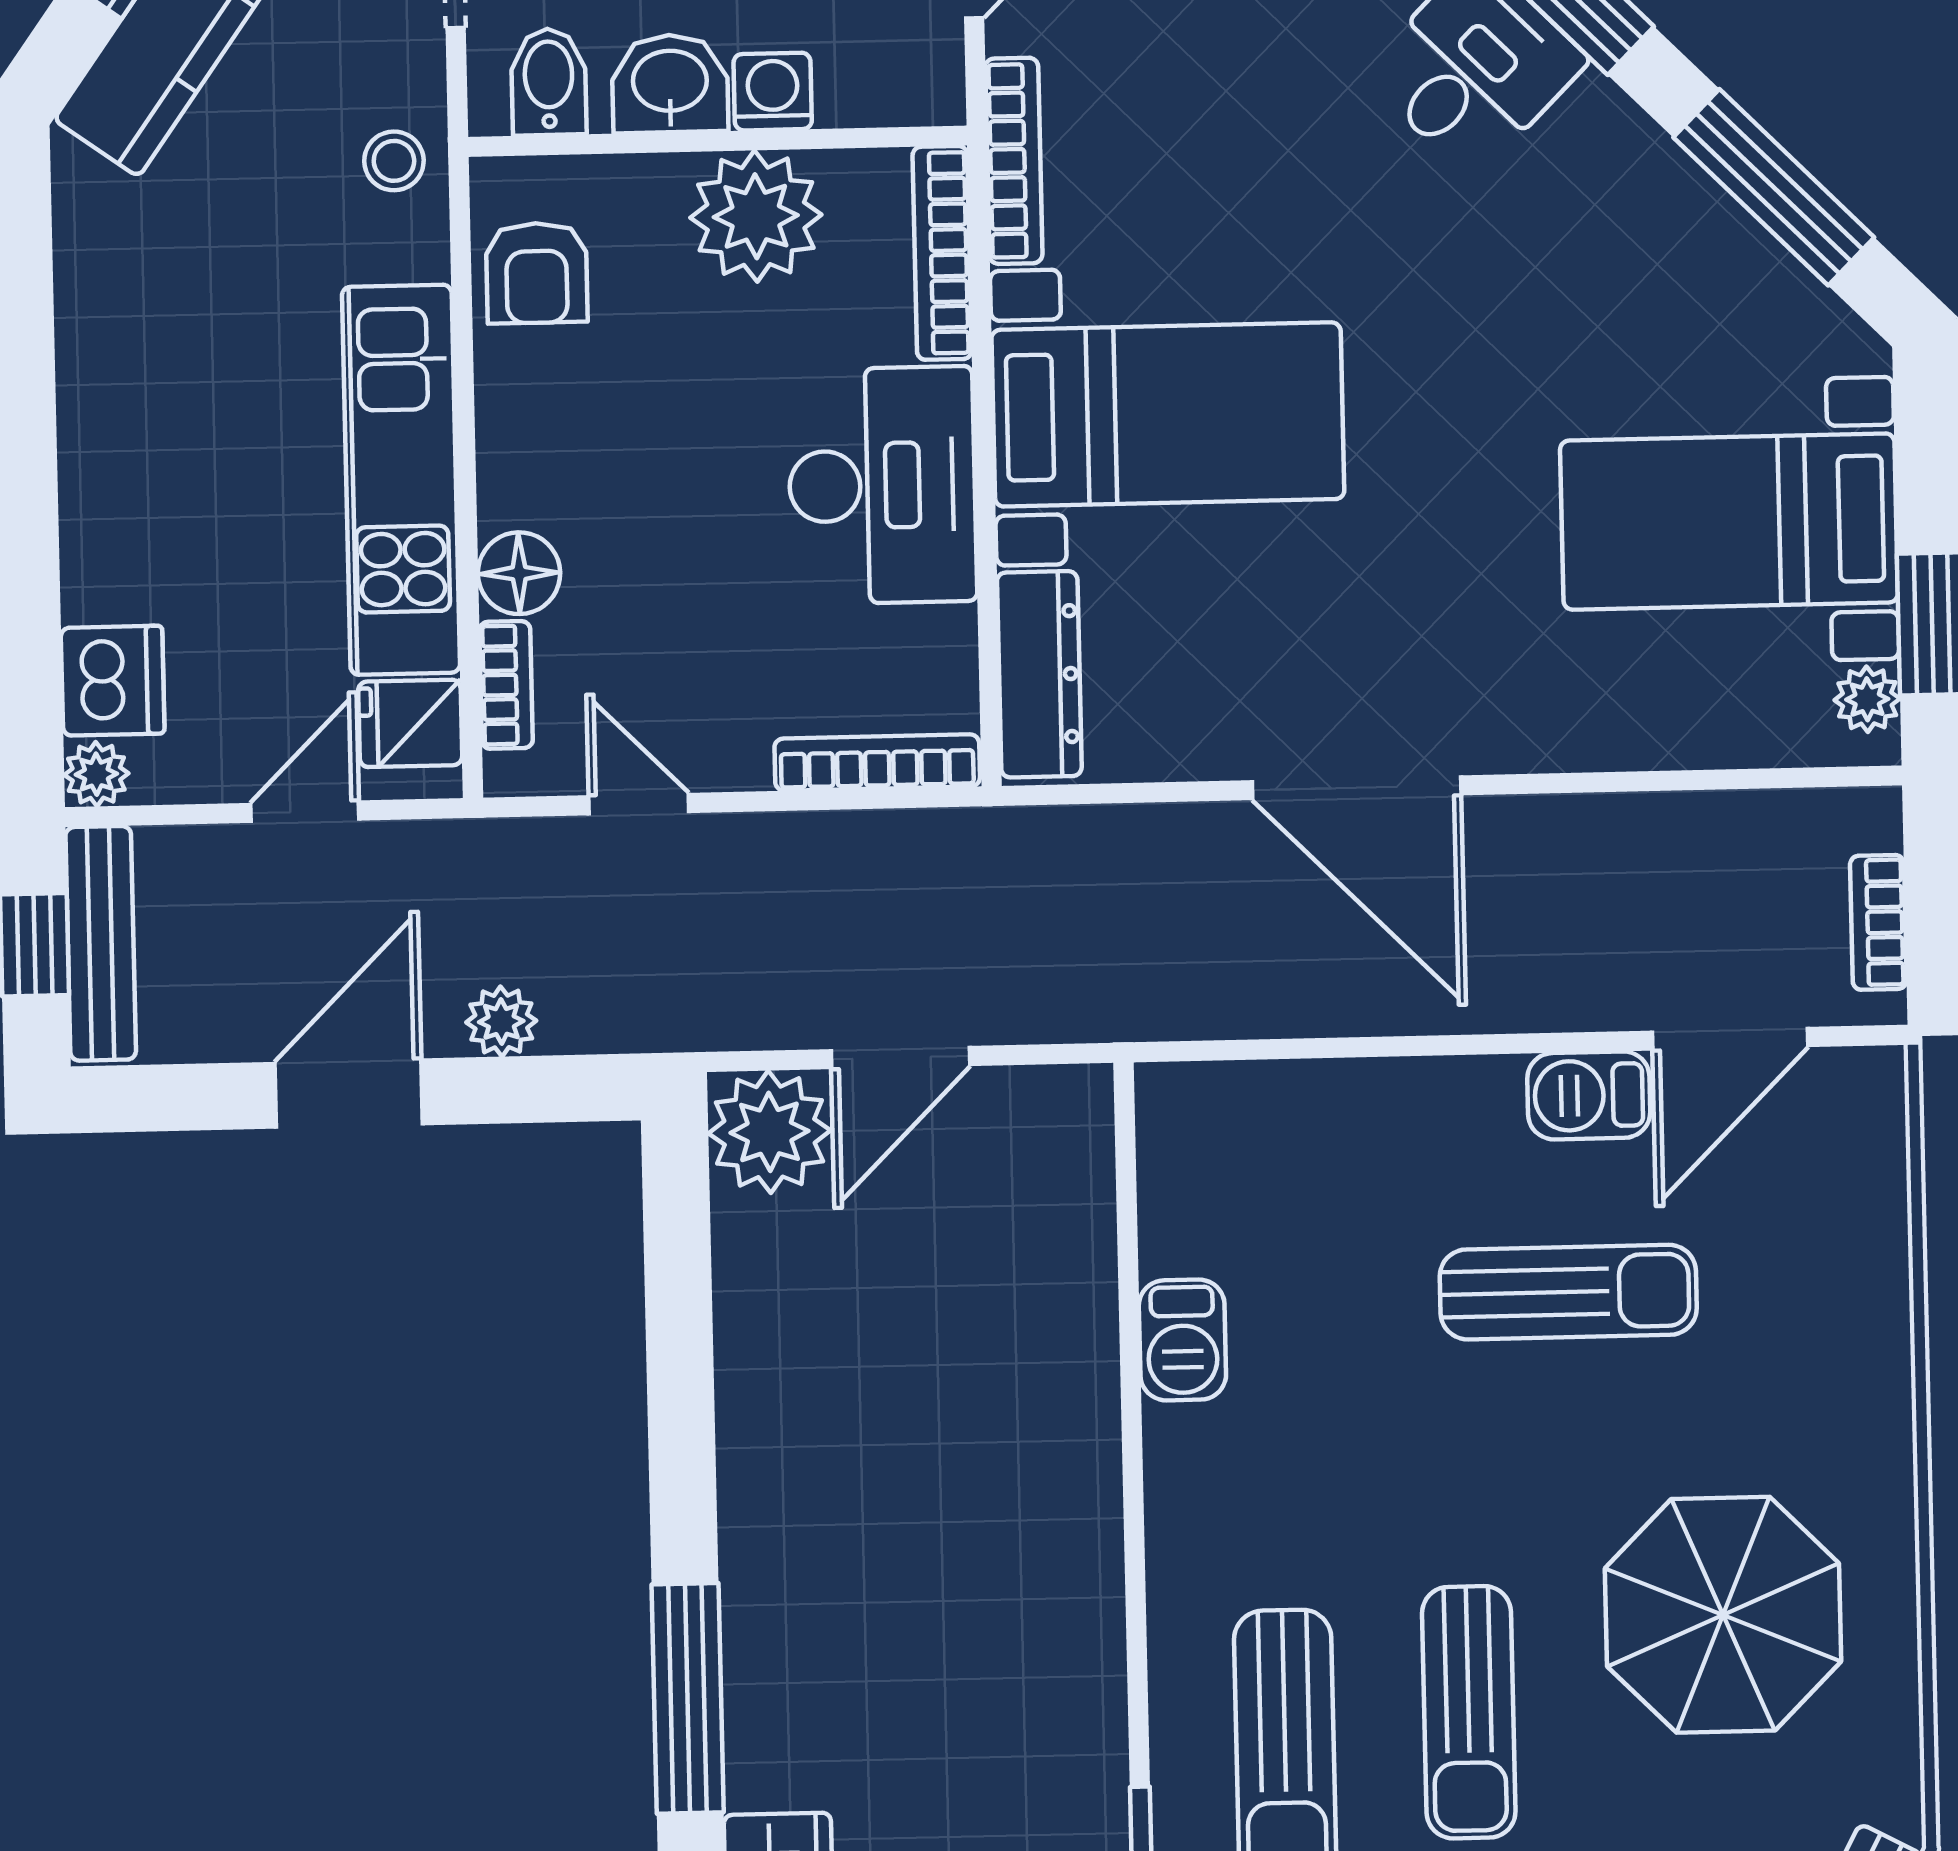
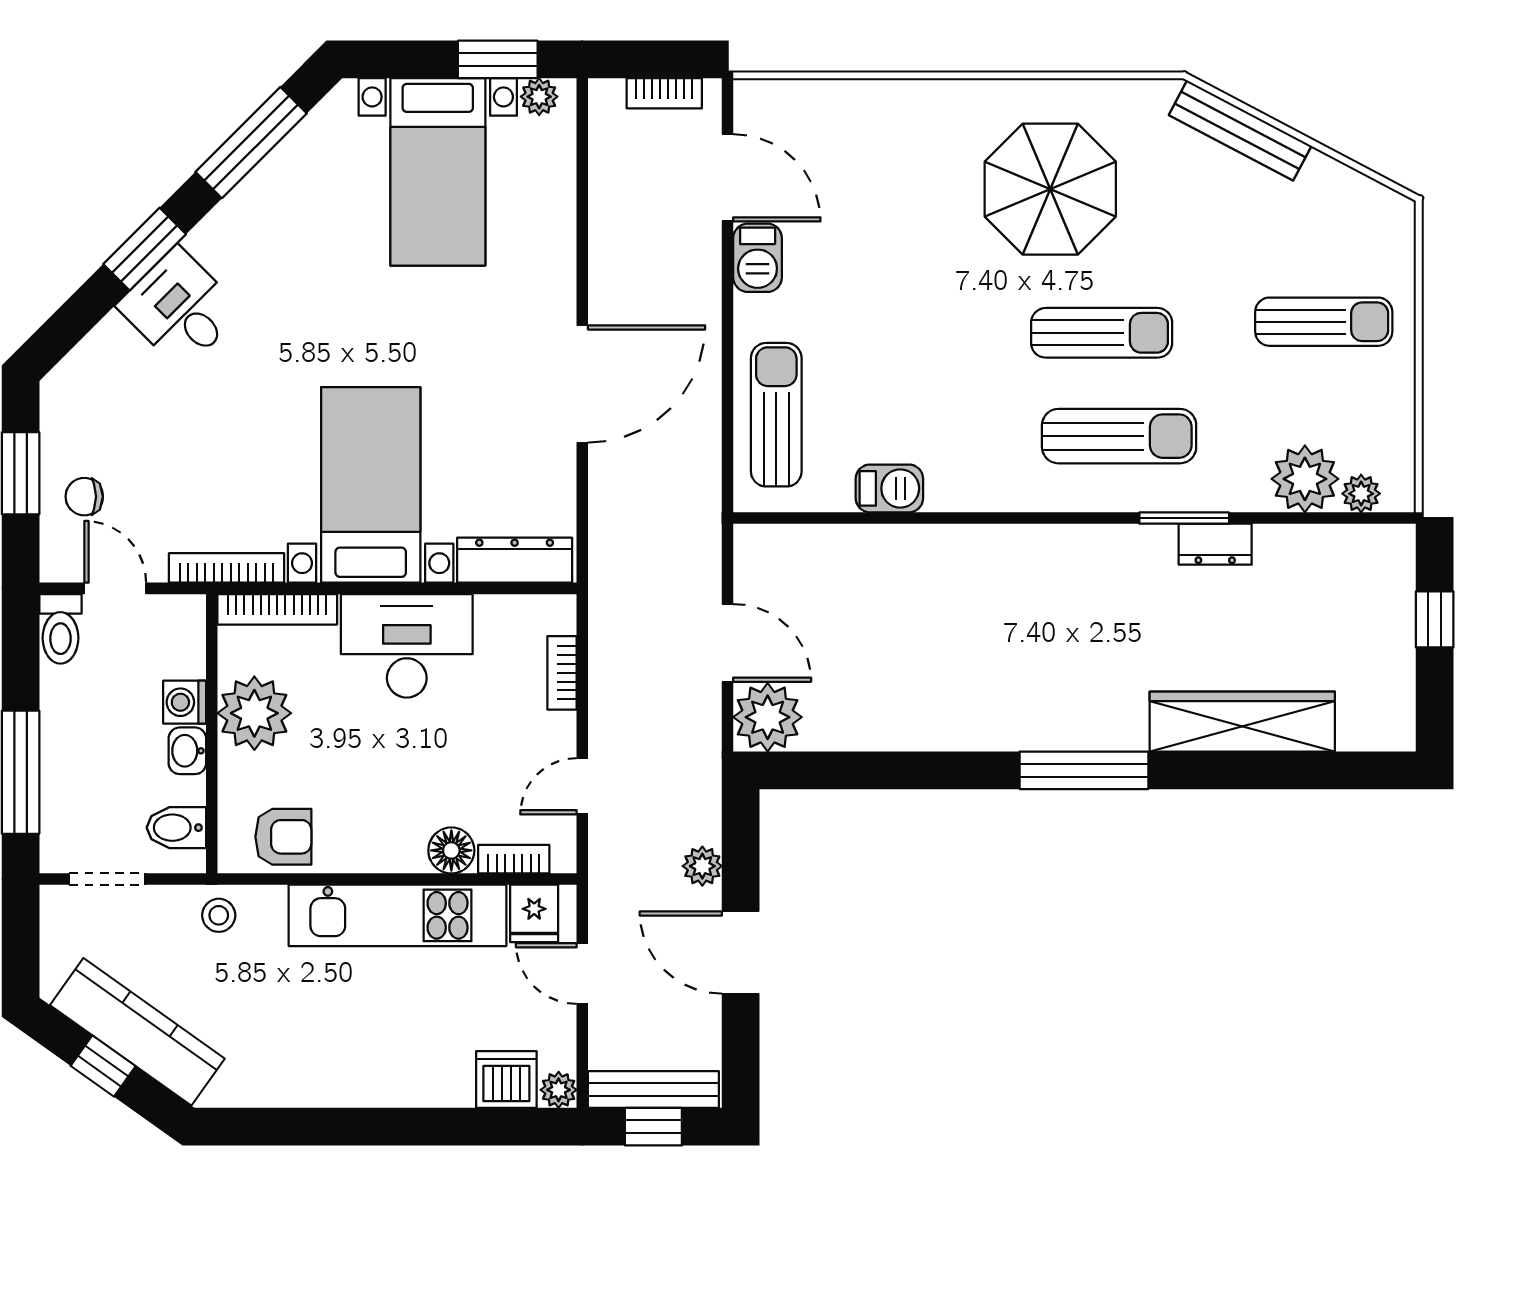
washbasin: (670, 84) -> (187, 751), width x0.72, depth x0.69
bookcase: (877, 762) -> (562, 673), width x0.64
sun lounger: (1568, 1292) -> (776, 415), moved

